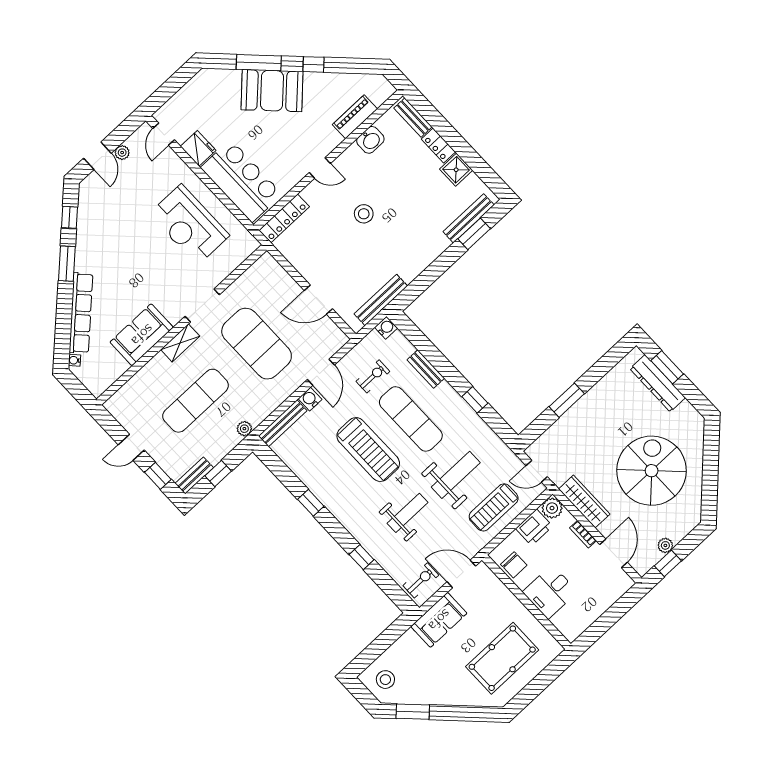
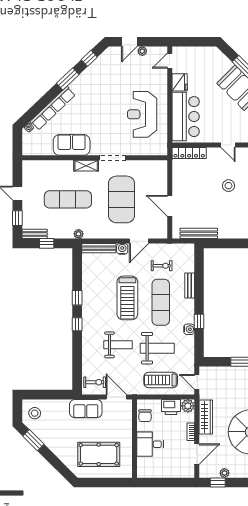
water cooler: (386, 328) -> (189, 329), moved
window: (362, 557) -> (77, 324), moved

